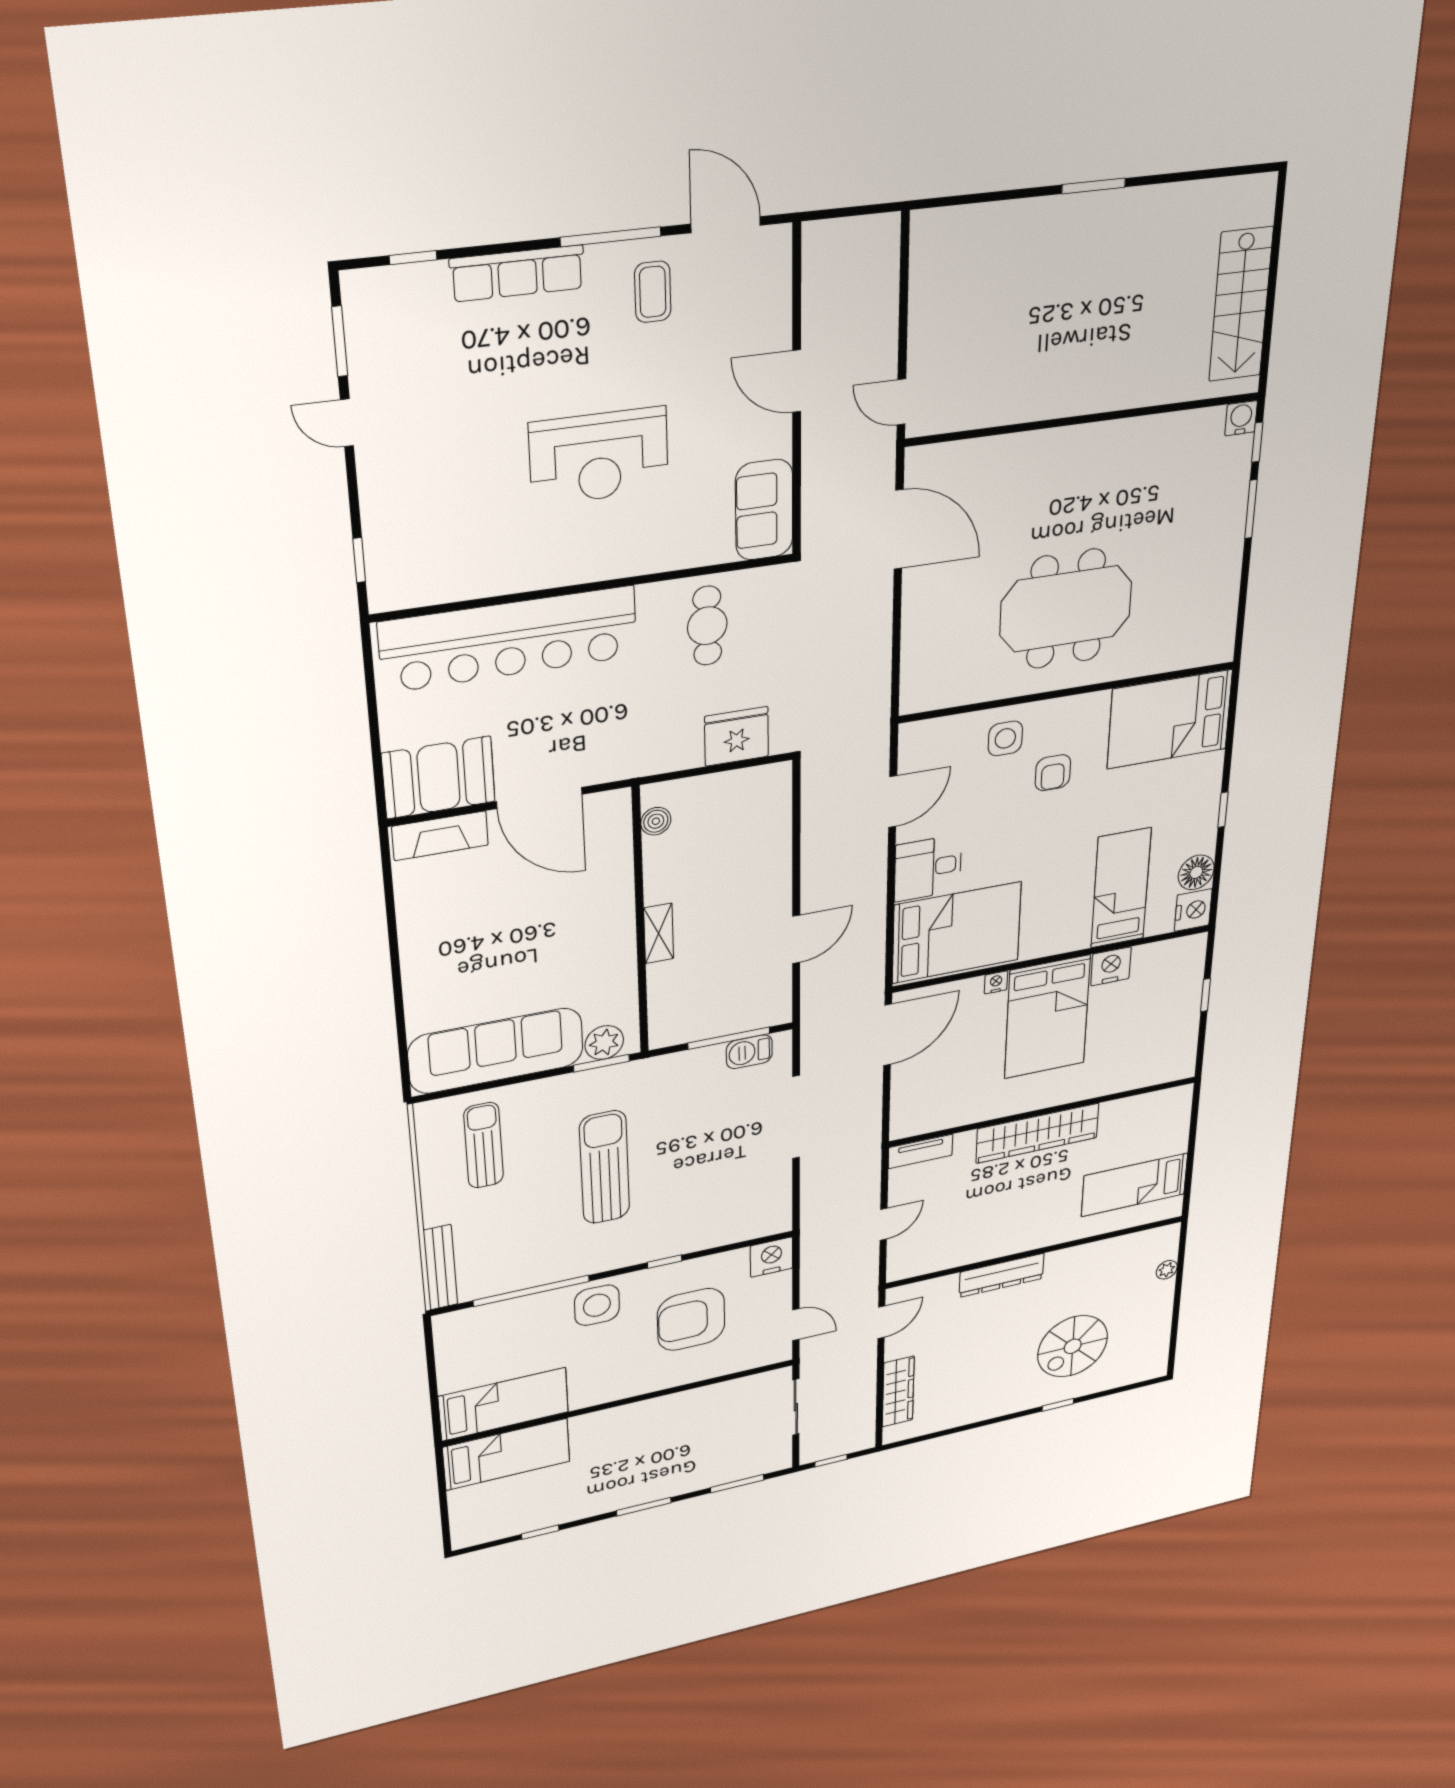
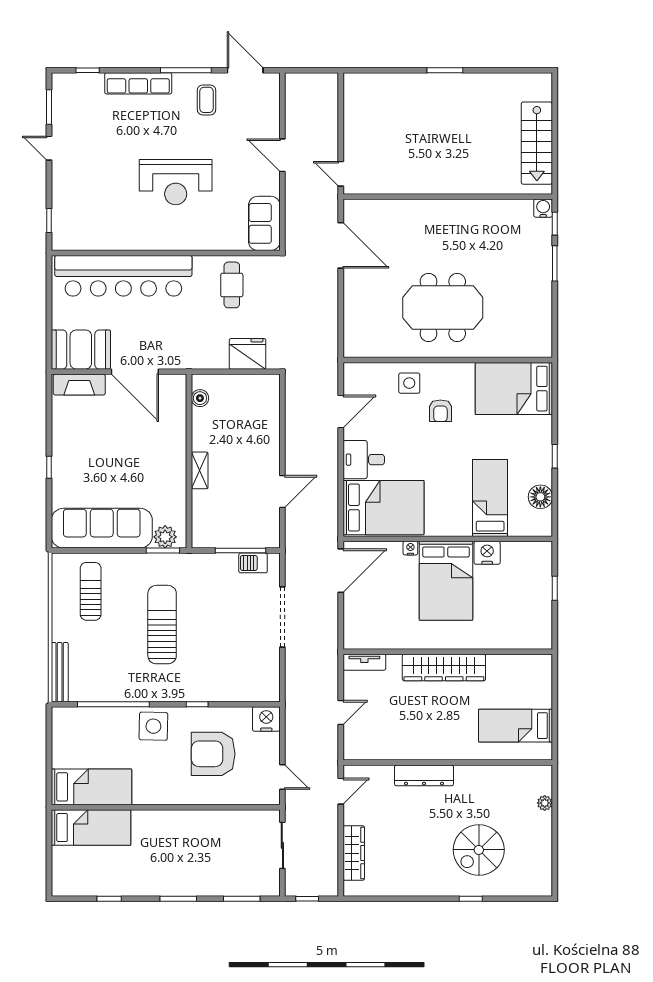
nightstand: (1193, 910) -> (541, 523), removed
window: (396, 976) -> (49, 467), added

